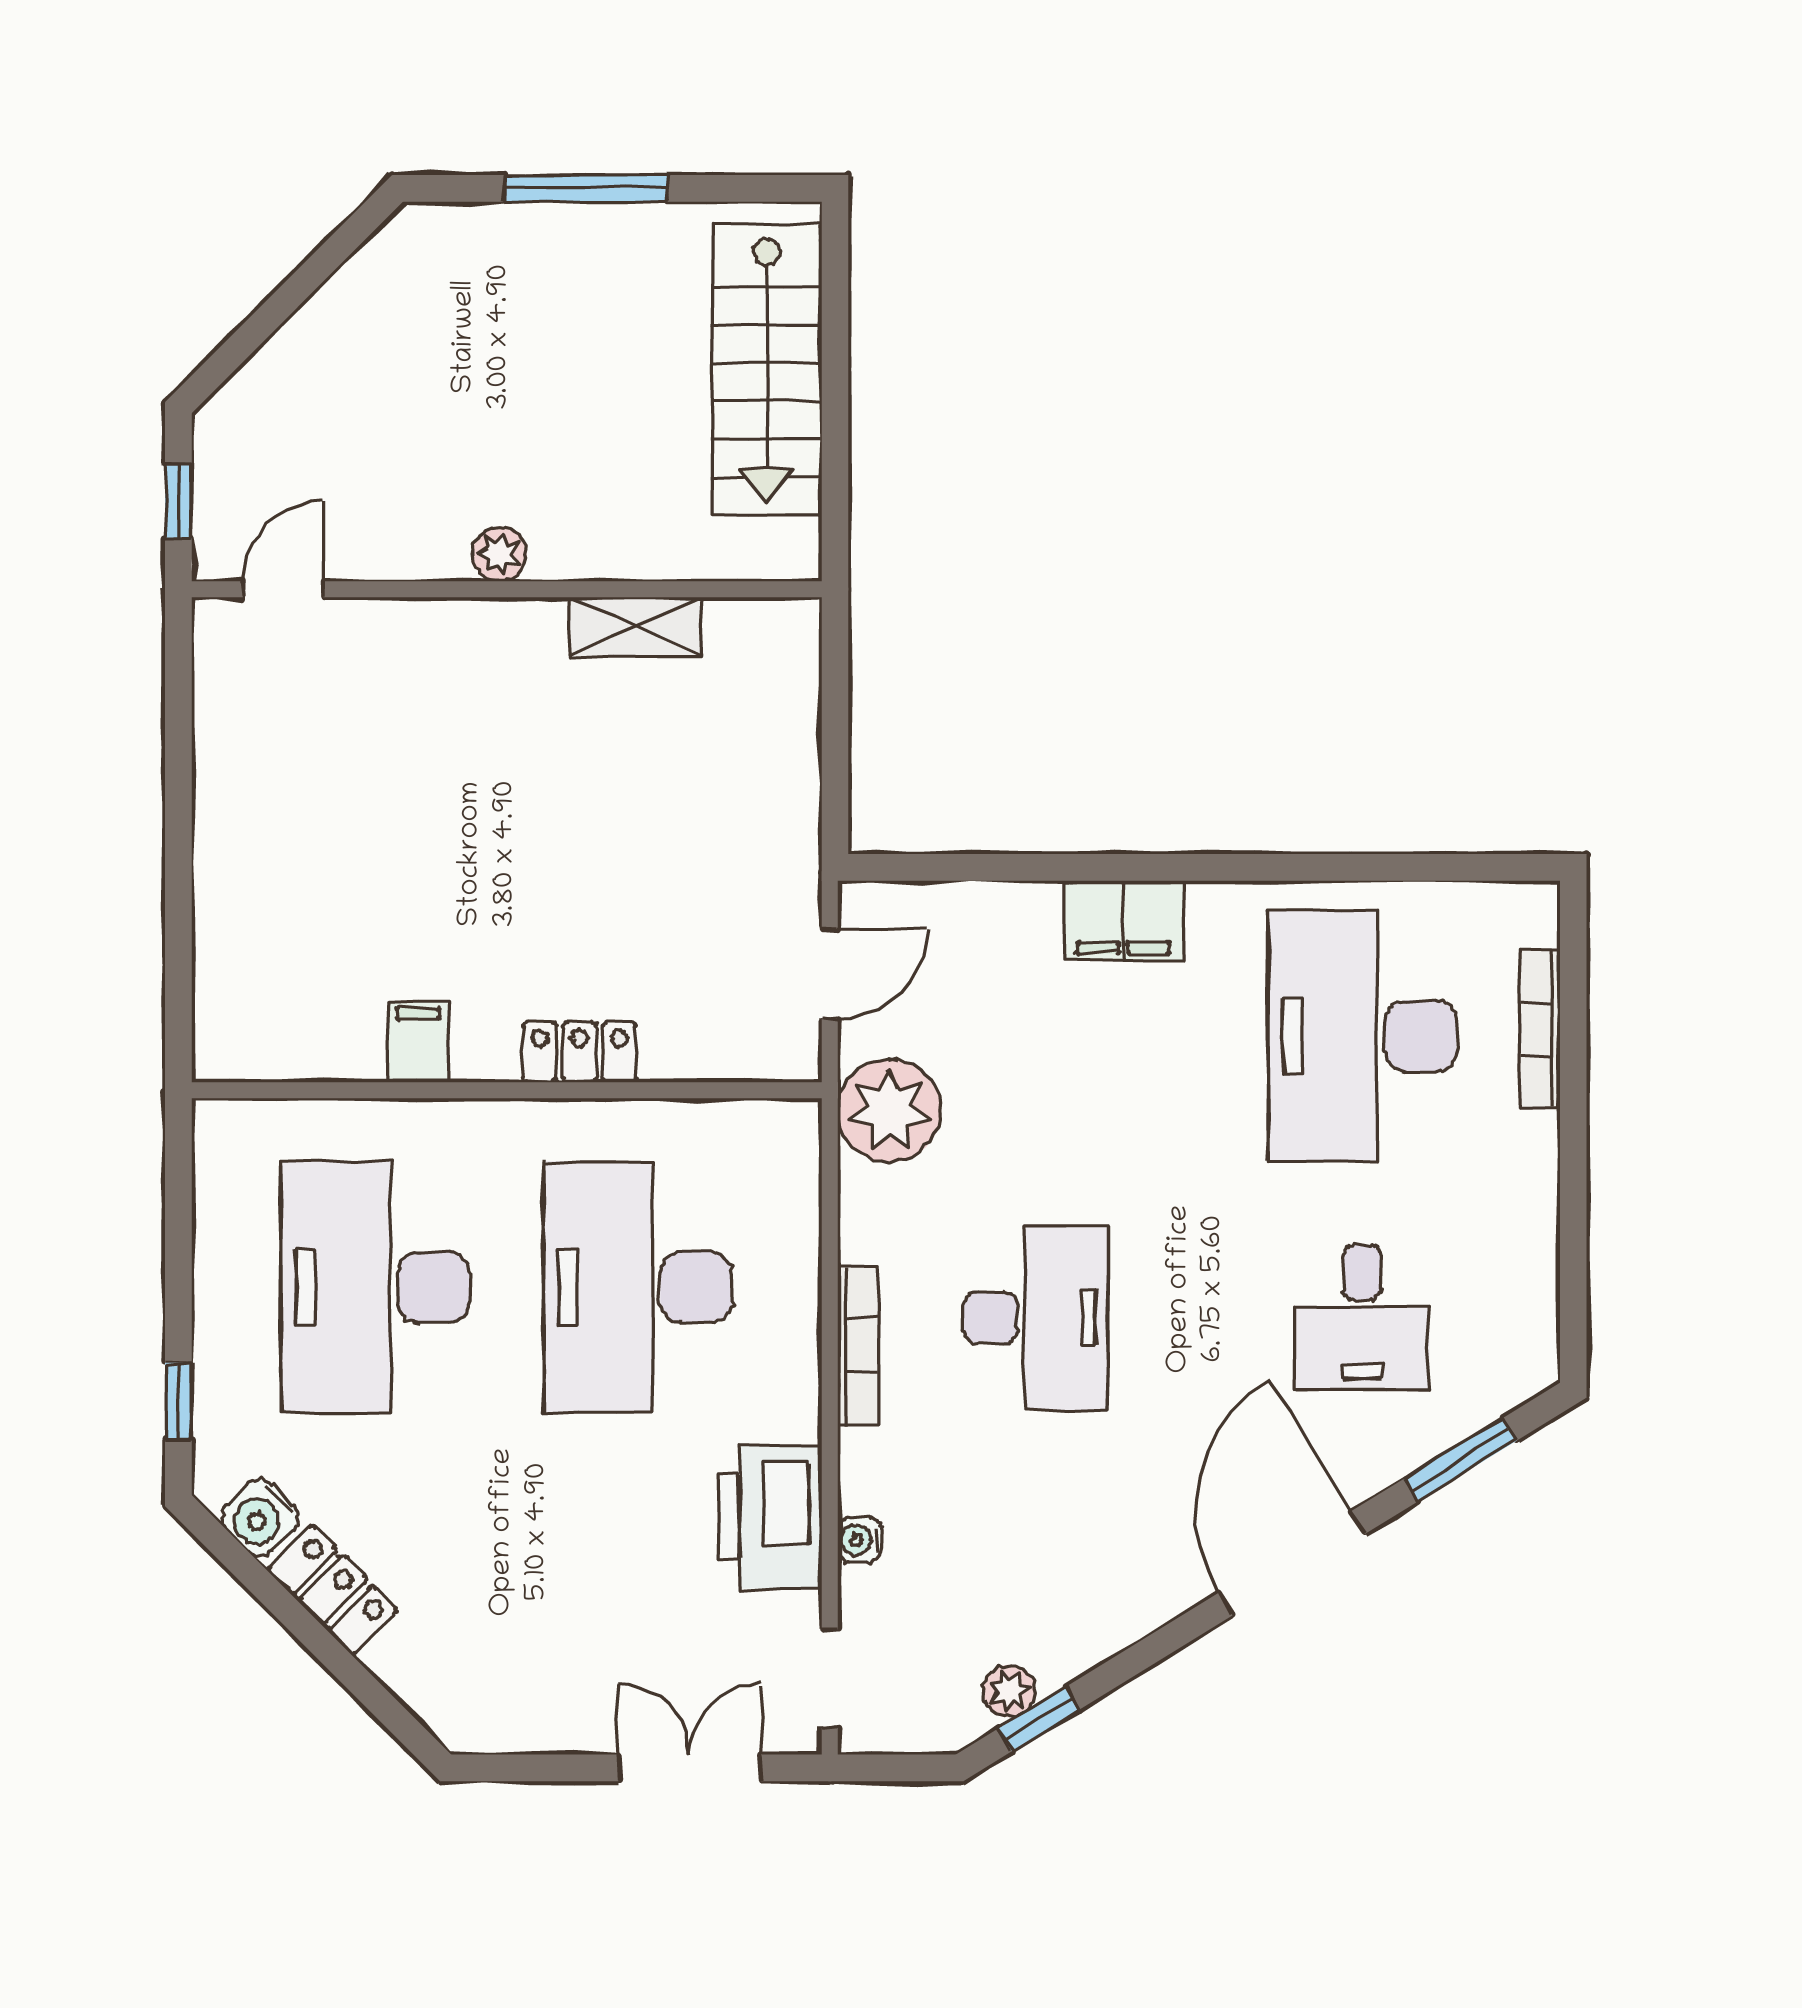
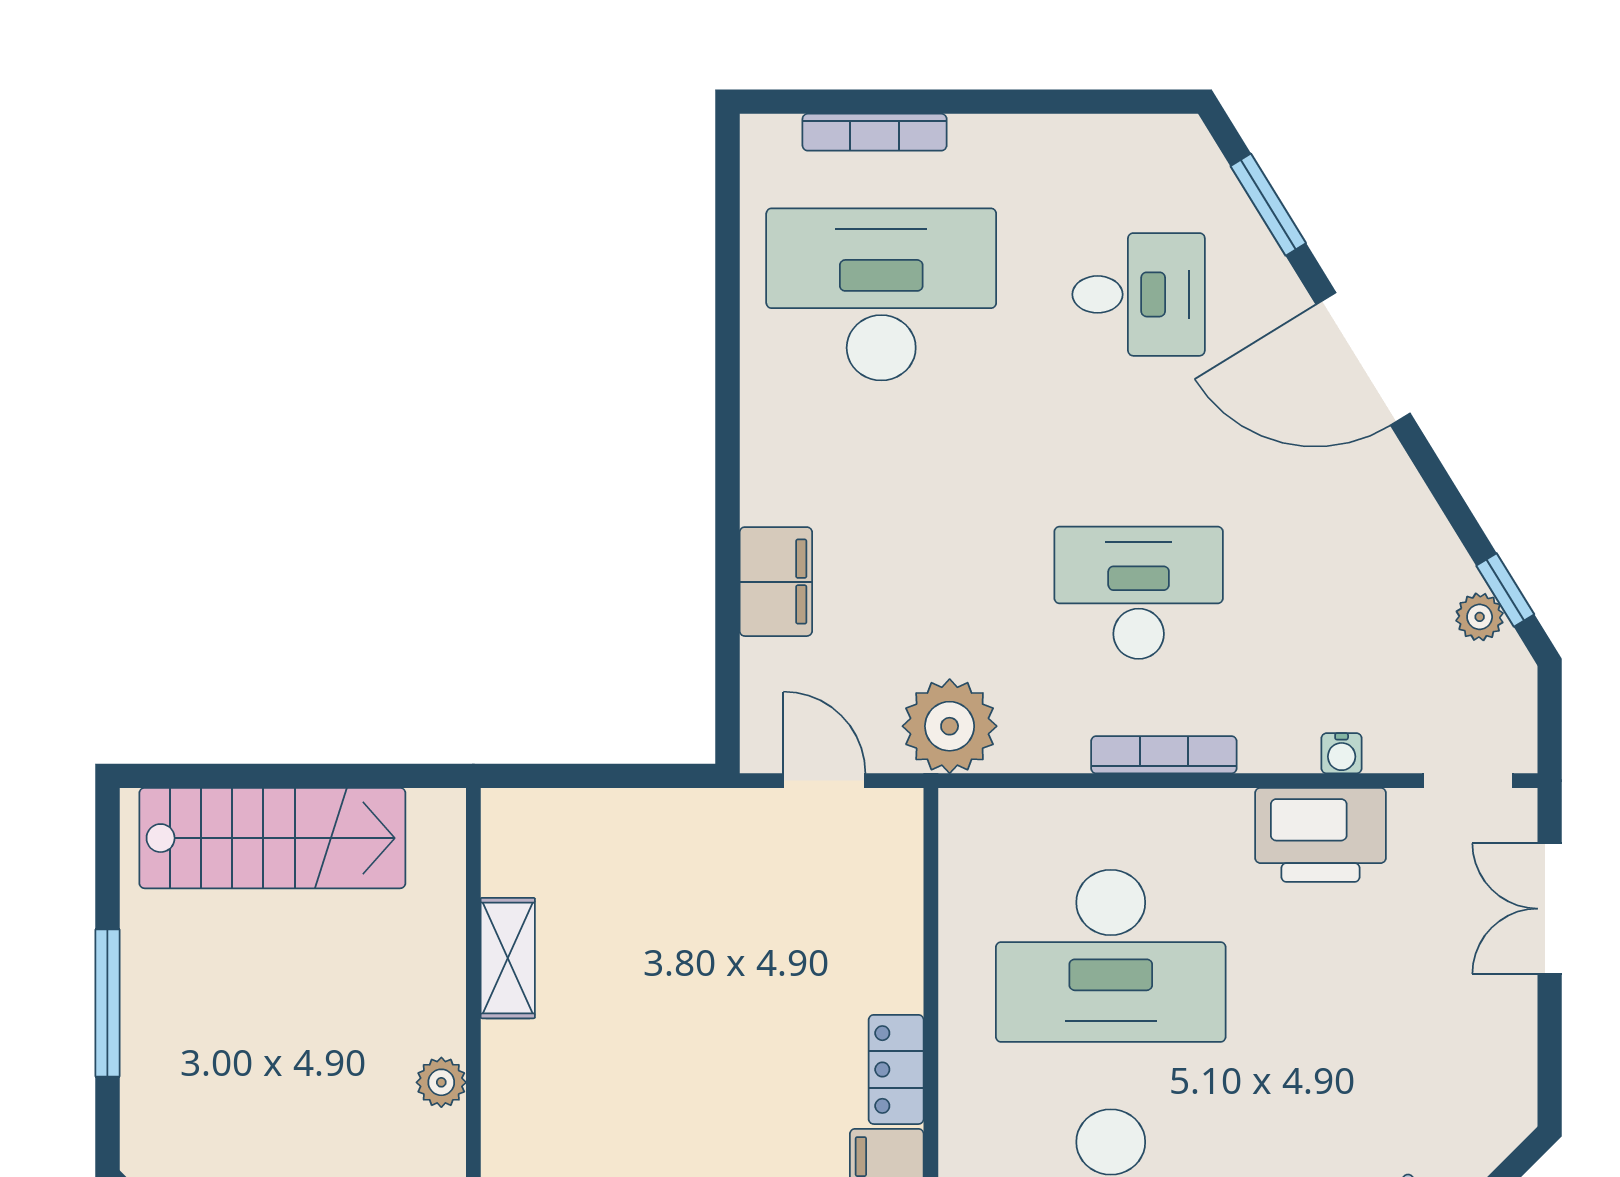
filing cabinet: (1124, 920) -> (776, 582), moved
desk: (1362, 1036) -> (881, 294), turned 180
locker: (580, 1052) -> (896, 1069), moved

